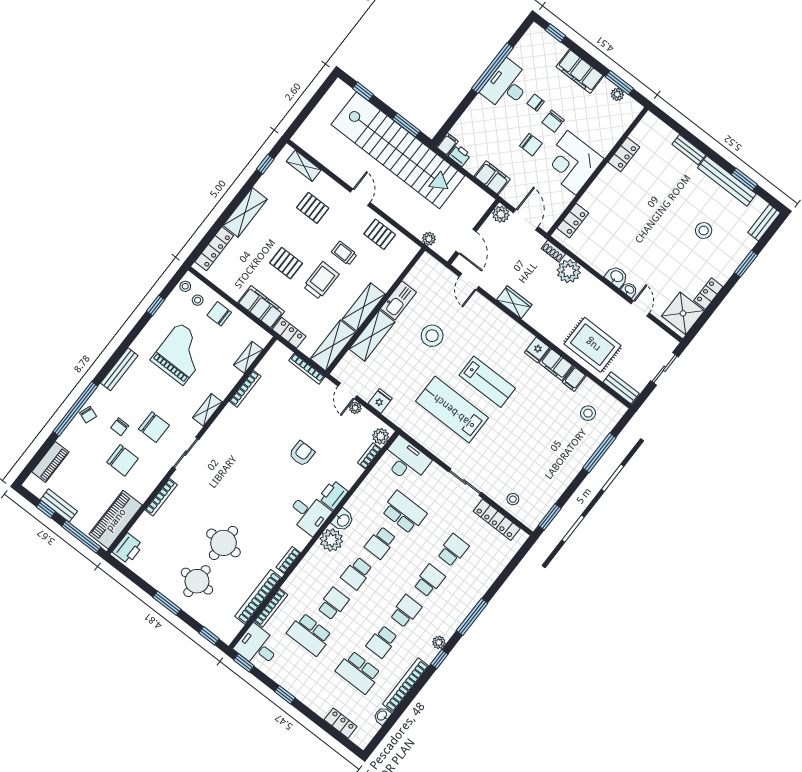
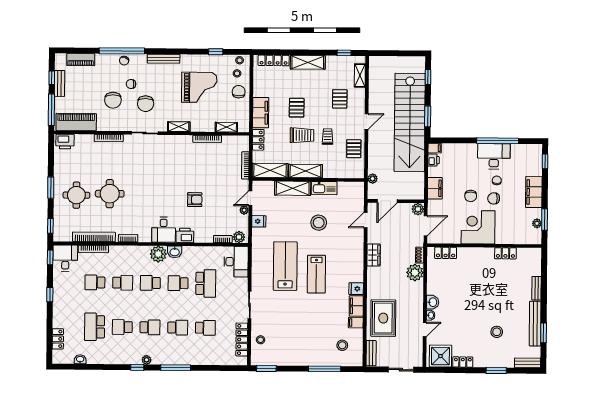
school desk: (309, 634) -> (95, 282), width x0.54
bookcase: (406, 685) -> (108, 359), removed

